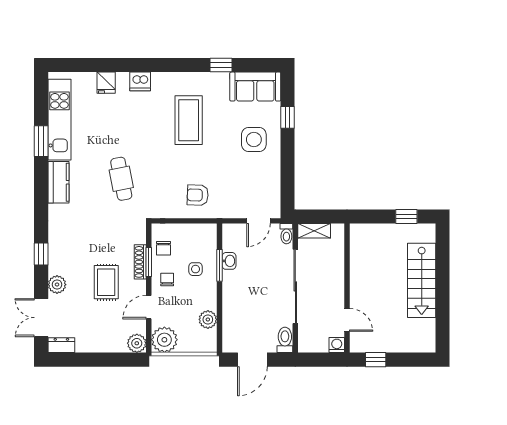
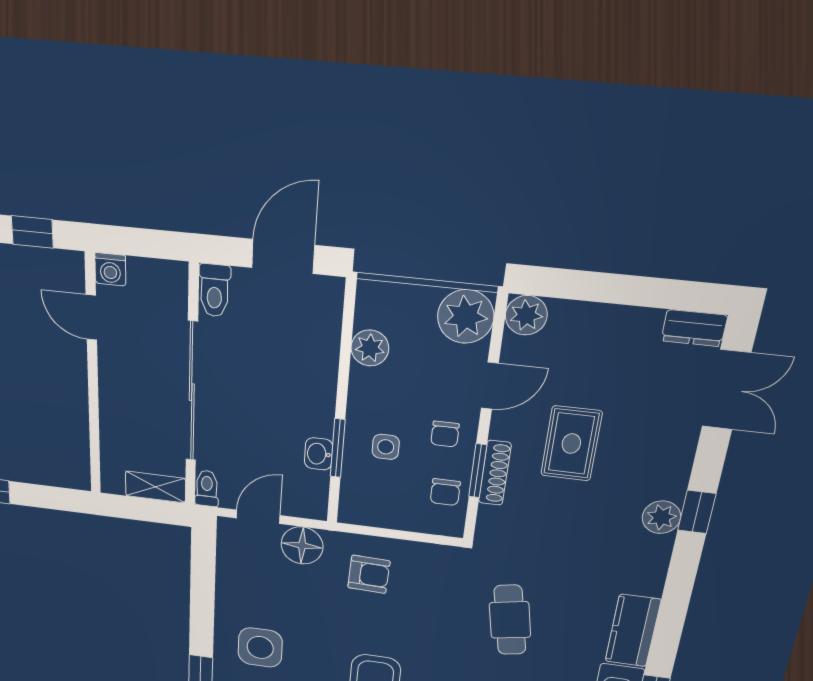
floor lamp: (234, 207) -> (302, 546), added
chair: (163, 248) -> (445, 492), turned 180
plant: (57, 285) -> (661, 517), moved

